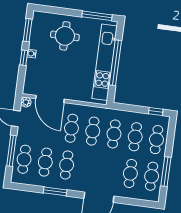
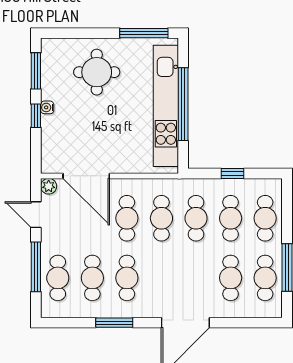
window: (156, 111) -> (232, 173), moved

